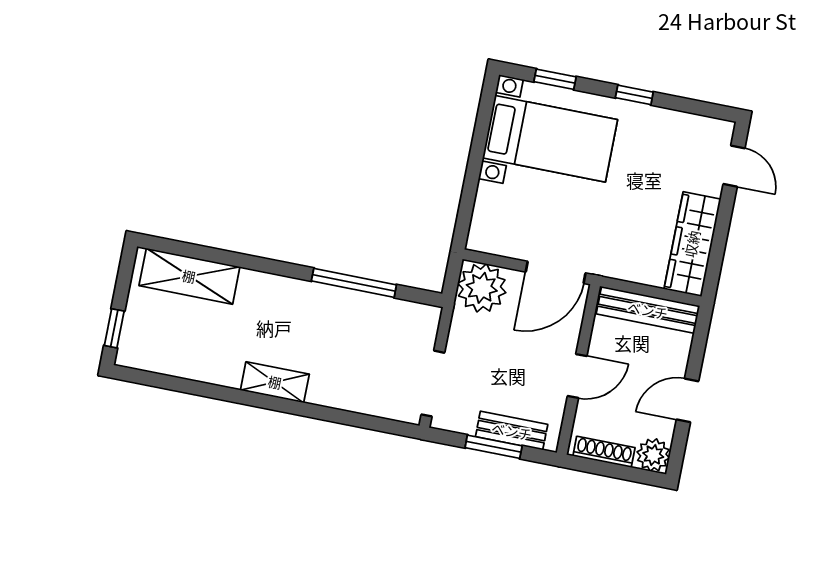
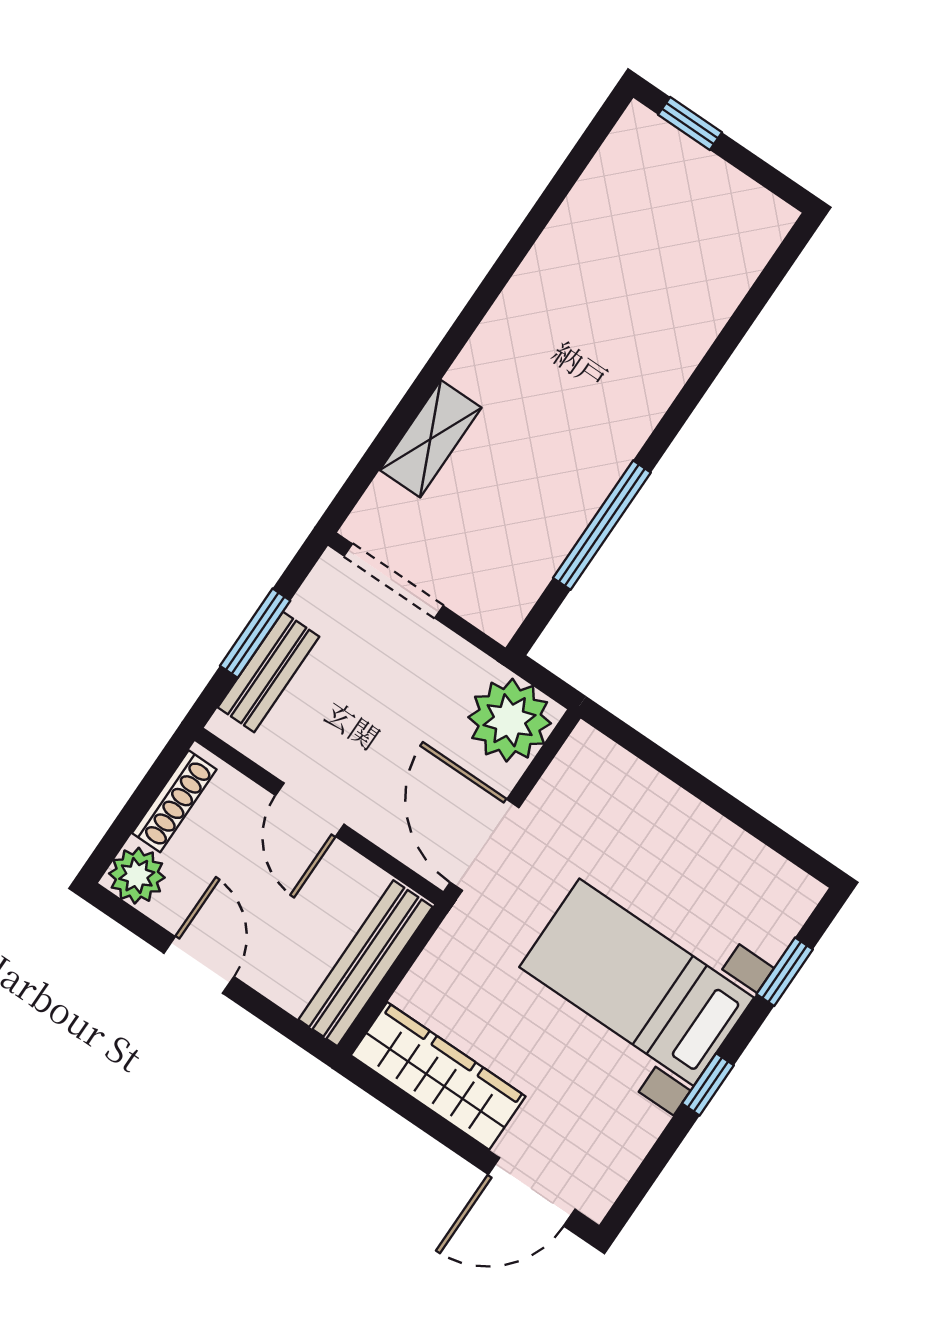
bed with nightstands: (550, 139) -> (637, 982), moved, turned 90
door: (734, 166) -> (532, 1192), width x1.38
shelving: (189, 276) -> (721, 274), removed
shelving: (275, 382) -> (431, 439), moved

